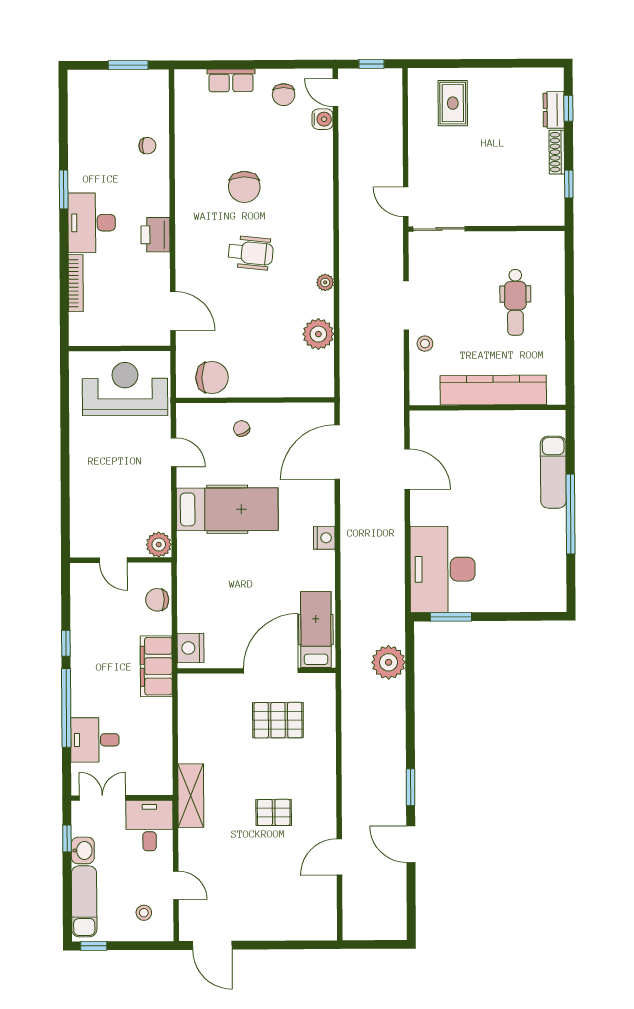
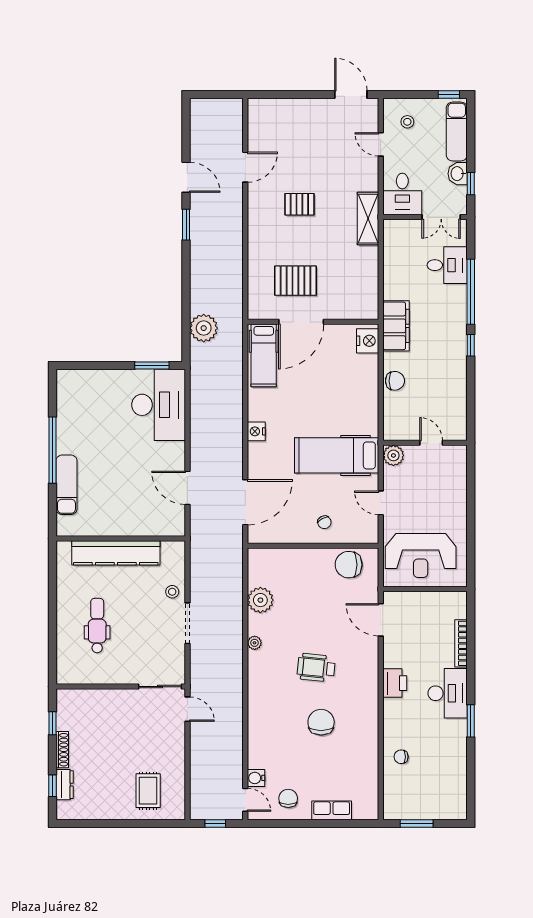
plant: (159, 545) -> (393, 455), moved
door: (113, 560) -> (431, 443), moved
wall: (121, 560) -> (425, 443), moved

